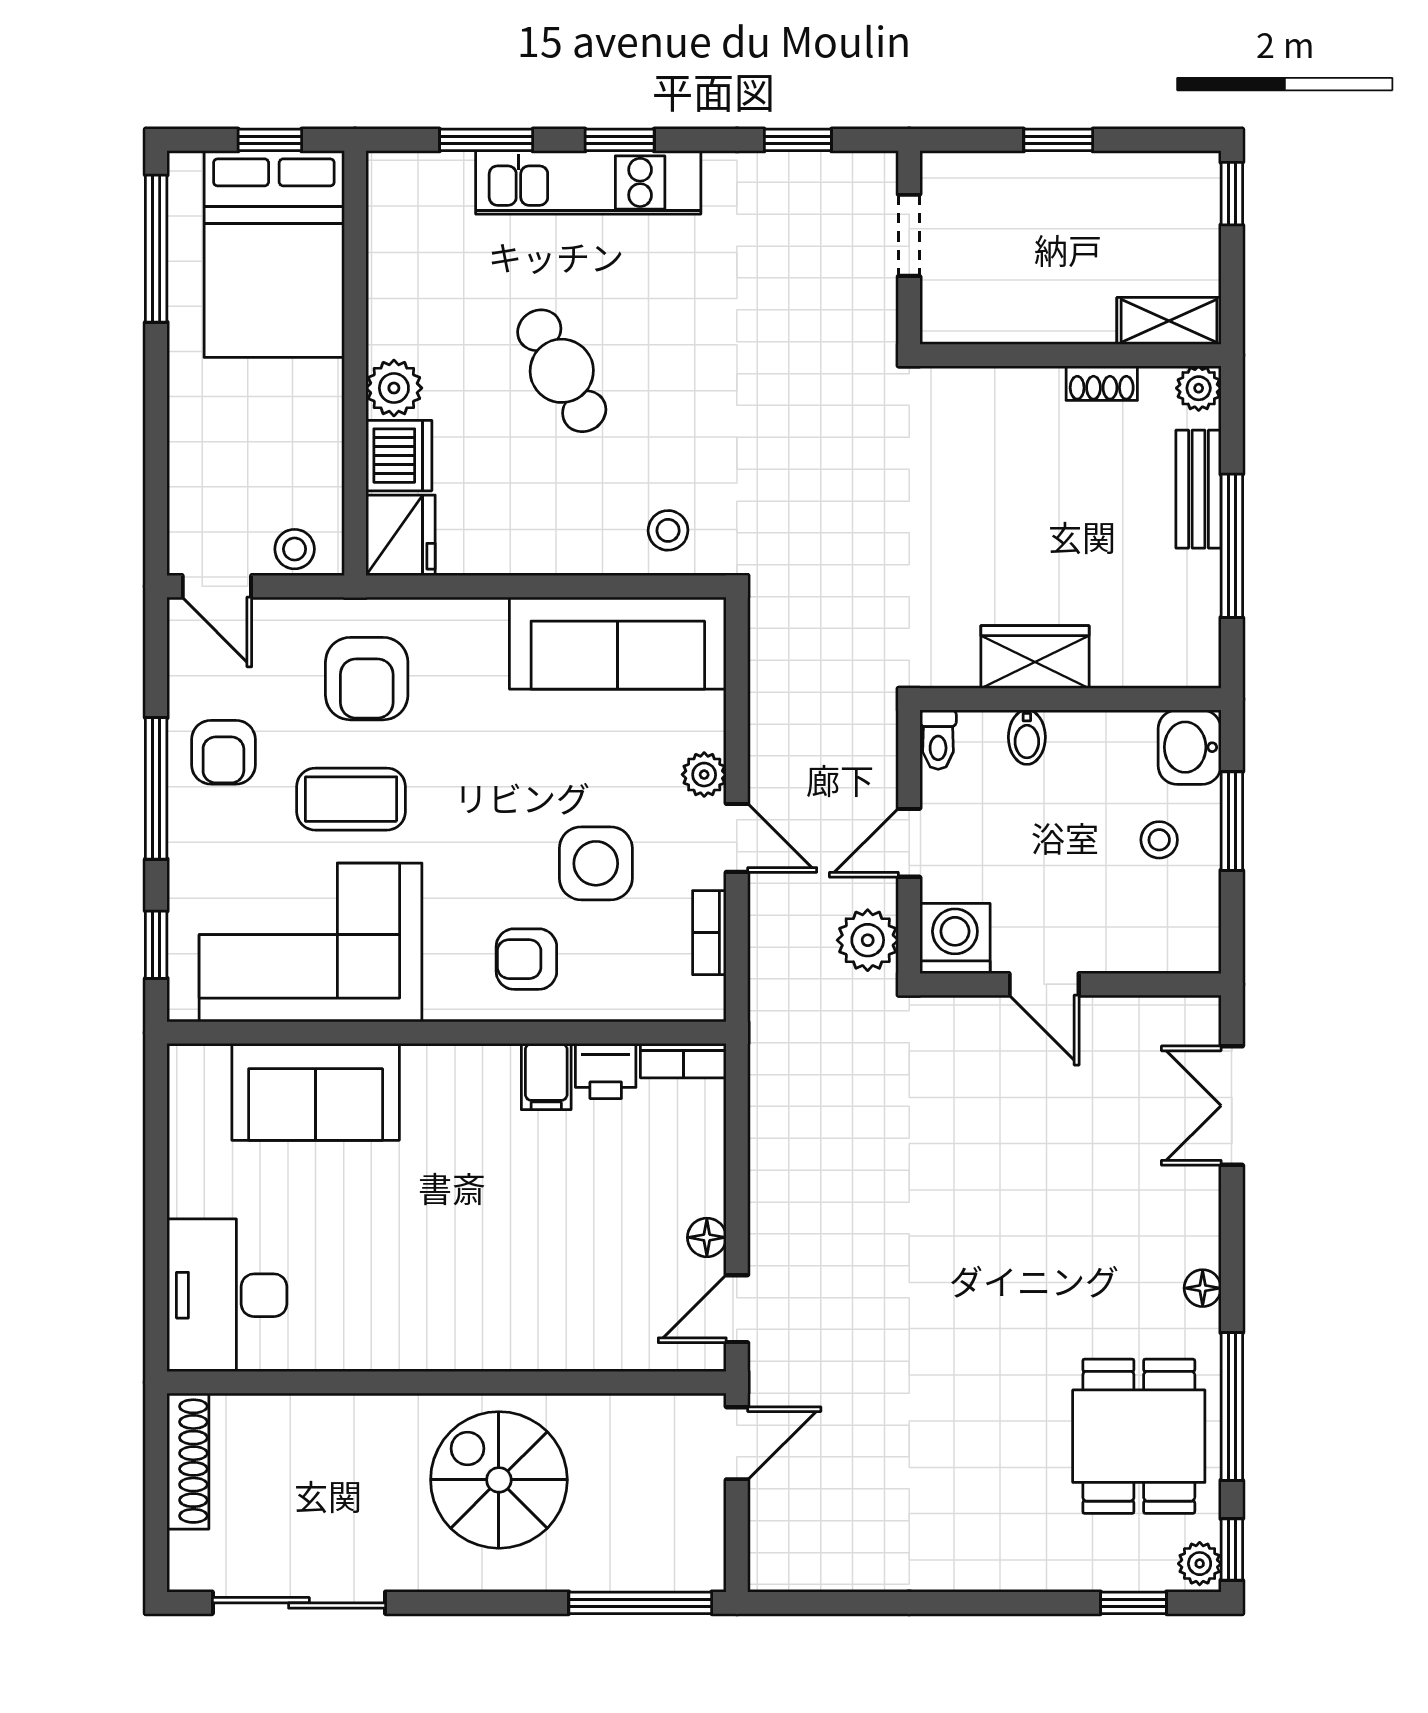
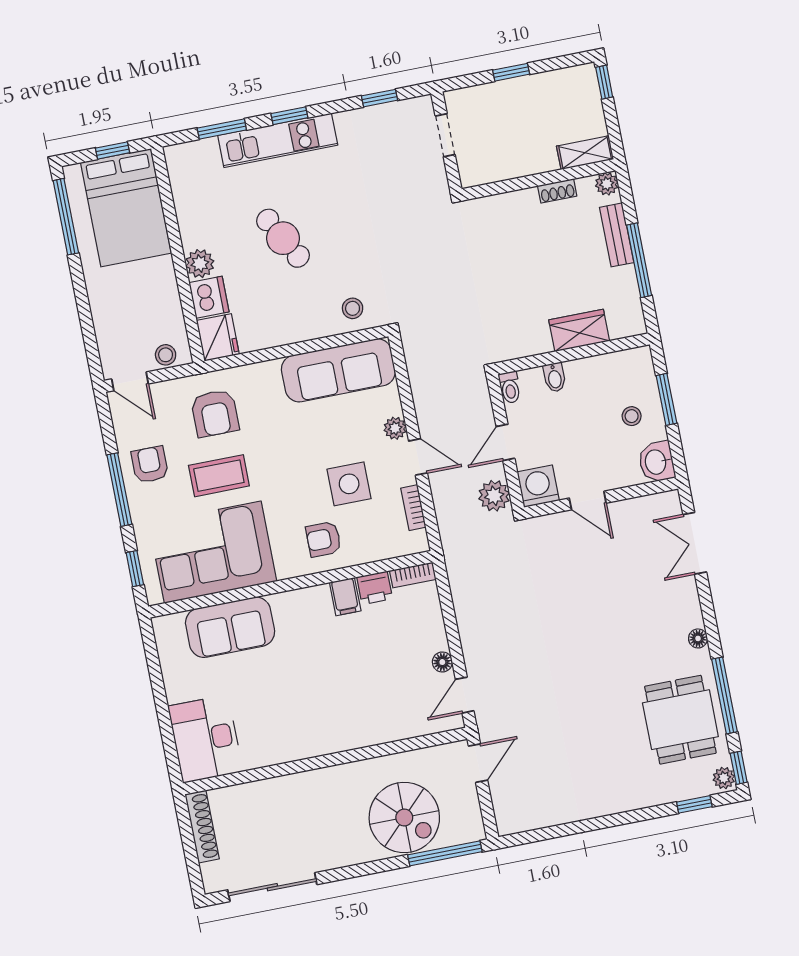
wardrobe: (1035, 657) -> (579, 330), moved
washbasin: (1190, 747) -> (657, 462), moved
armchair: (223, 752) -> (150, 465), turned 180
spiral stairs: (499, 1480) -> (404, 817), moved, turned 180

